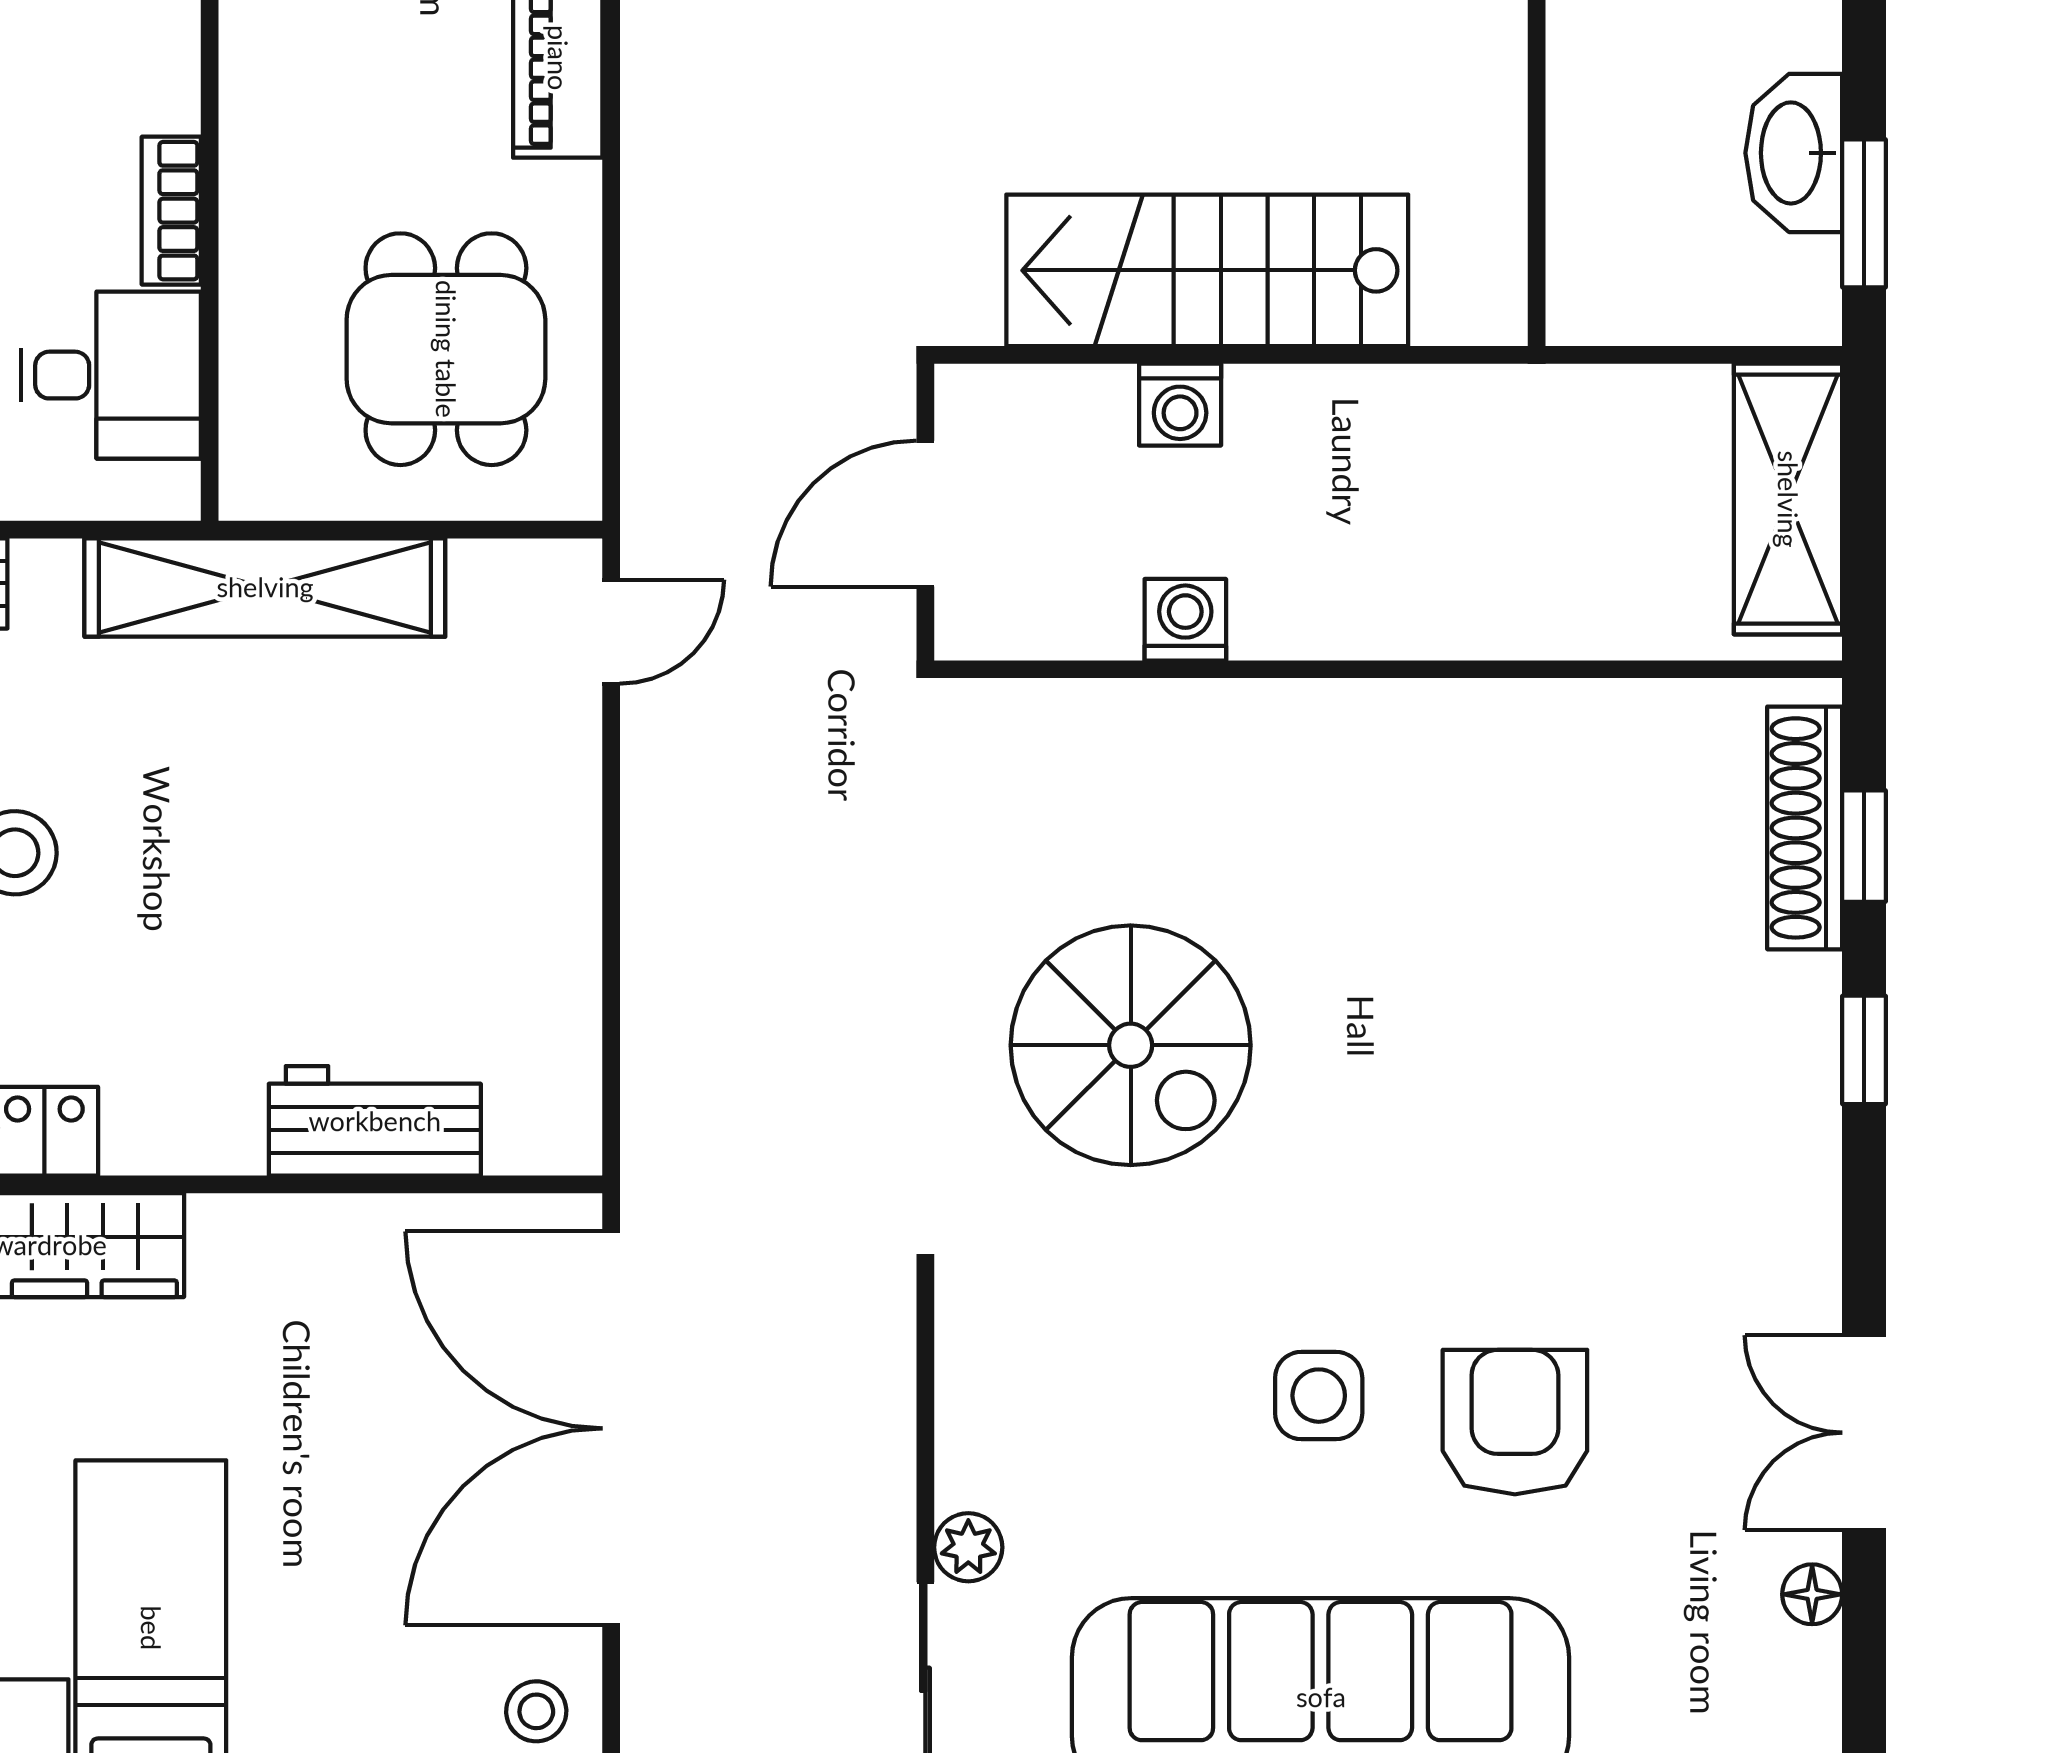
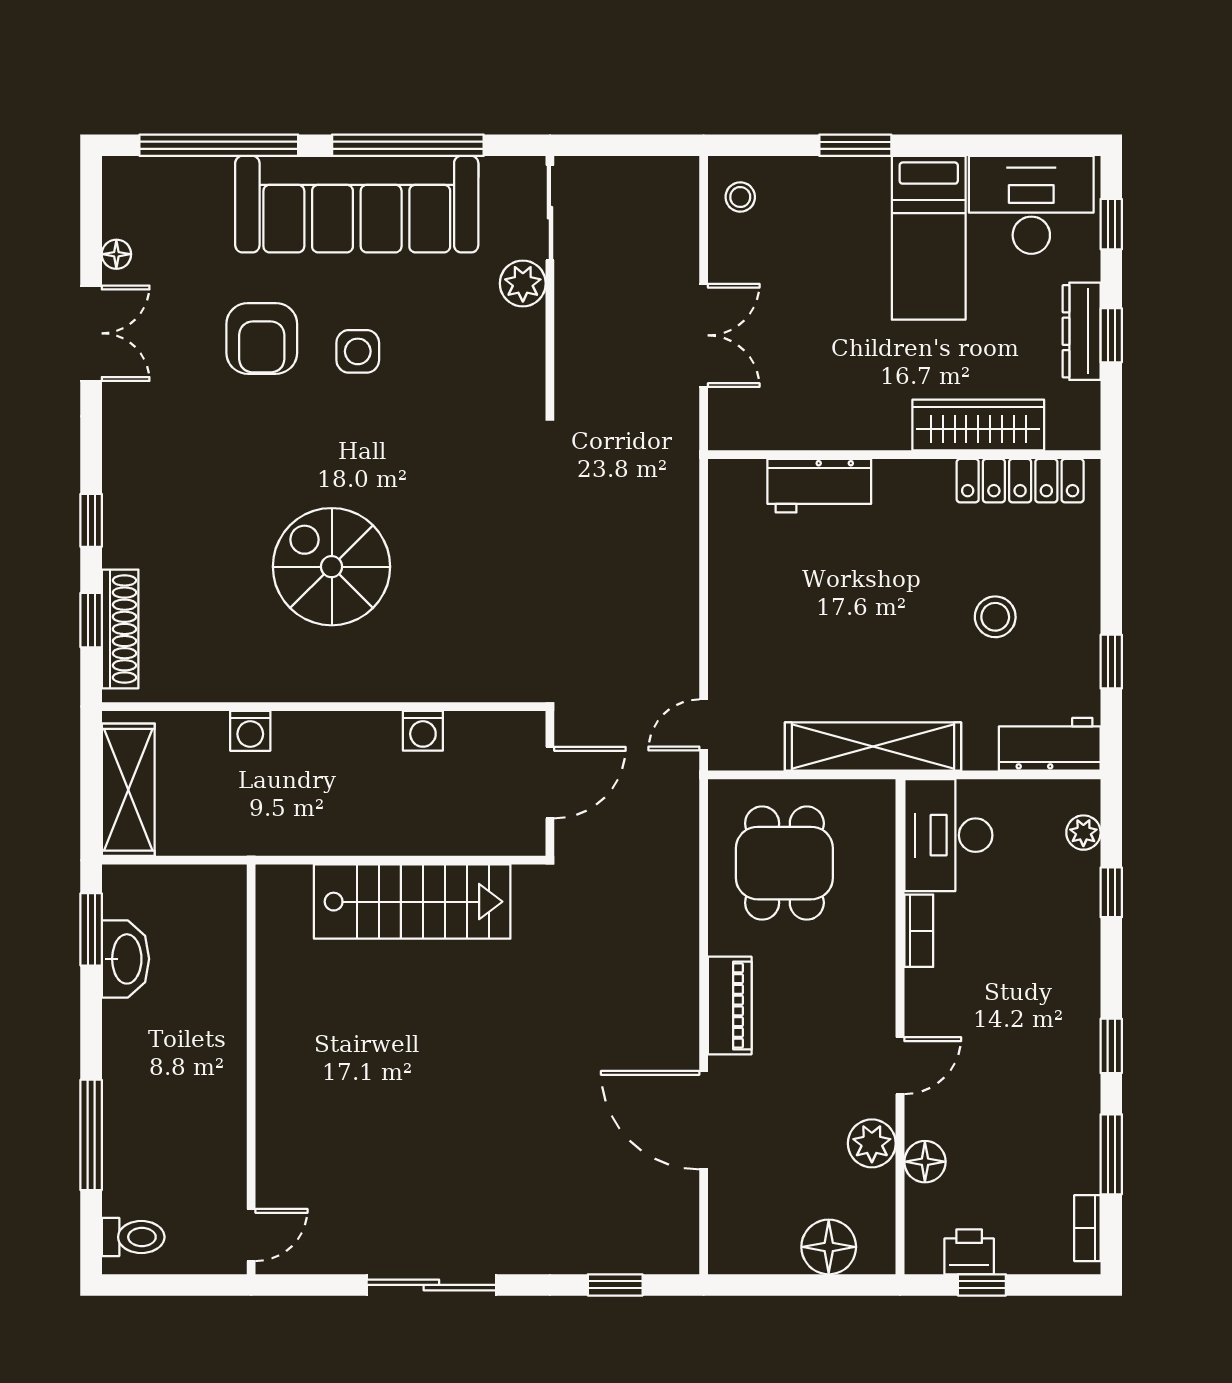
desk: (111, 375) -> (948, 835), width x1.37
washing machine: (1180, 405) -> (250, 731), moved, turned 180
spiral stairs: (1131, 1045) -> (332, 567), moved
double door: (611, 1428) -> (704, 335), width x0.54
plant: (968, 1547) -> (523, 283), width x1.38, depth x1.38

